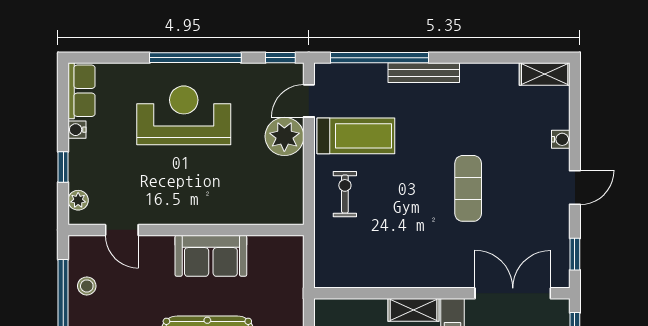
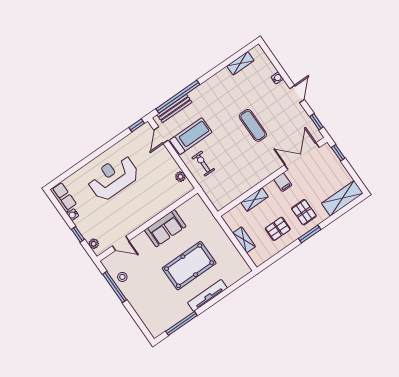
window: (195, 58) -> (101, 150), removed
bench: (424, 73) -> (174, 108), moved
shelving: (545, 74) -> (240, 63), moved
plant: (284, 136) -> (180, 177), moved, width x0.53, depth x0.53
shelving: (413, 310) -> (254, 199), moved

